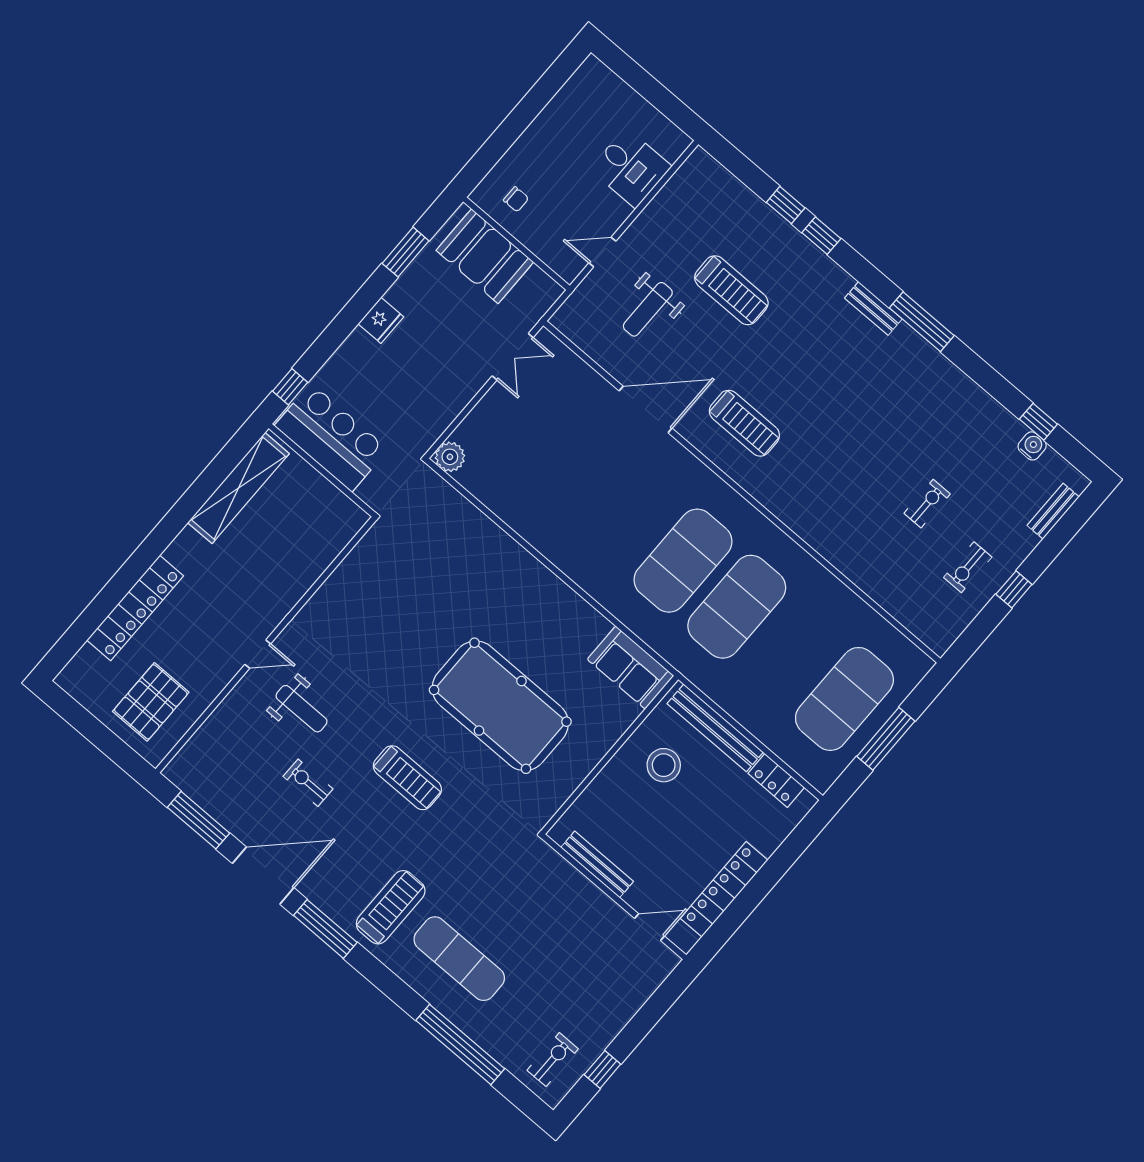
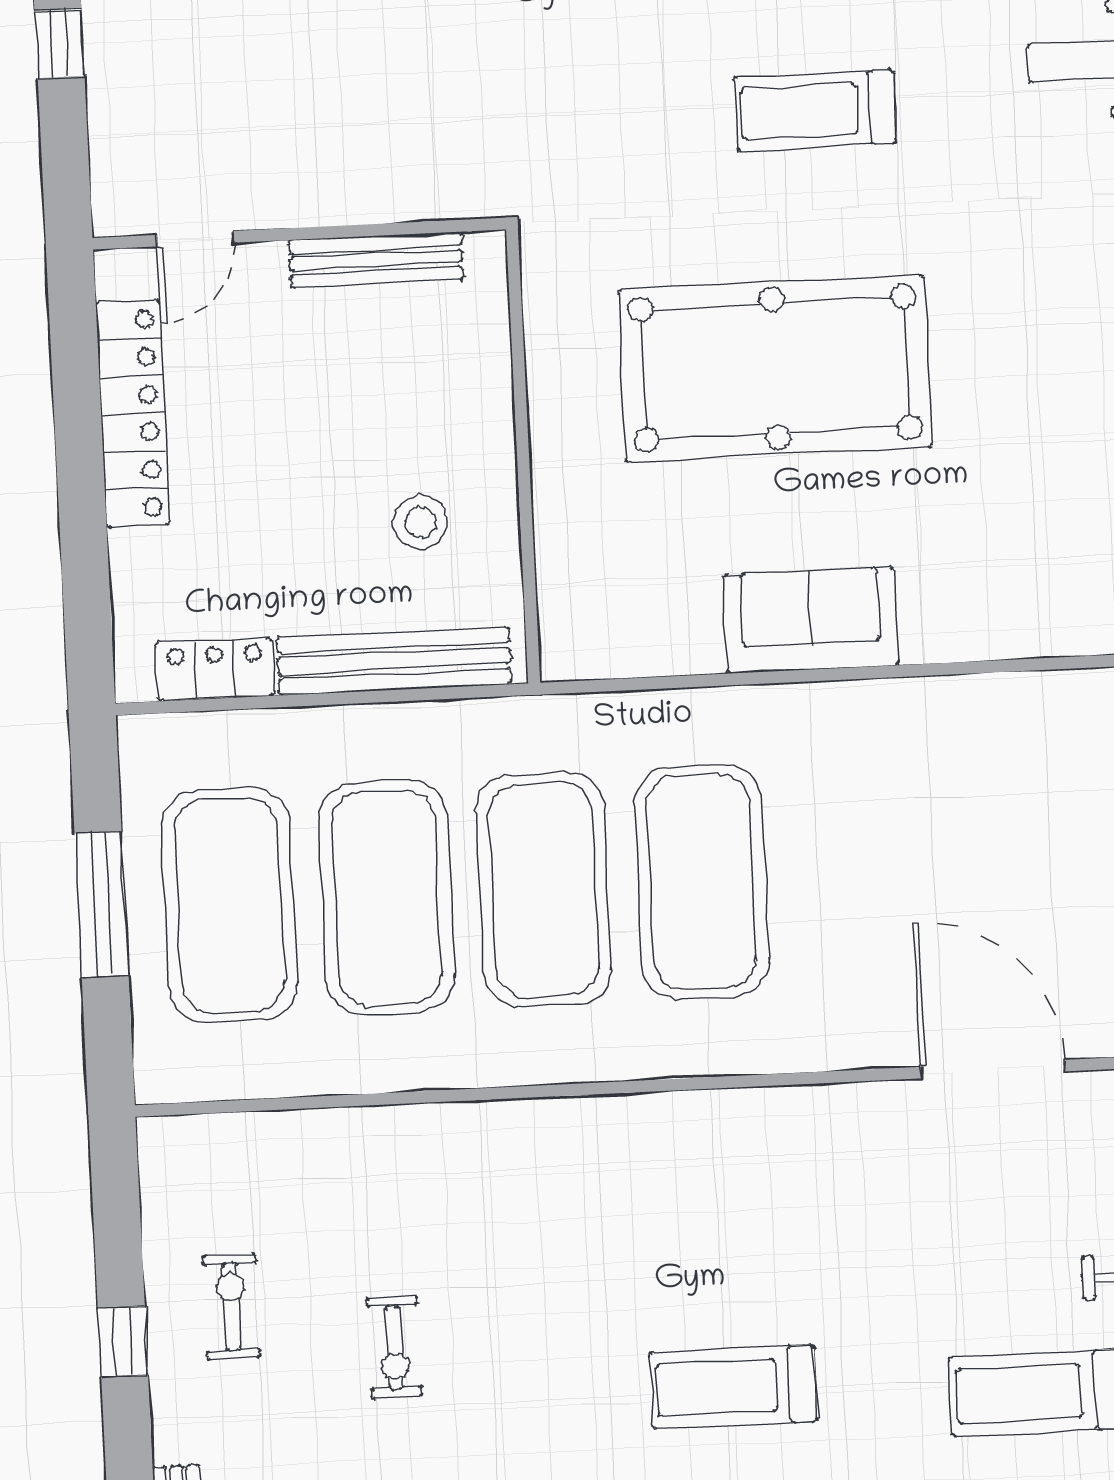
door: (646, 409) -> (993, 1069), swing flipped
treadmill: (744, 423) -> (733, 1387), moved
exercise mat: (791, 653) -> (387, 897), added
sofa: (631, 667) -> (811, 620), moved
stool: (664, 765) -> (420, 522), width x0.73, depth x0.73
window: (634, 1033) -> (59, 44), added

